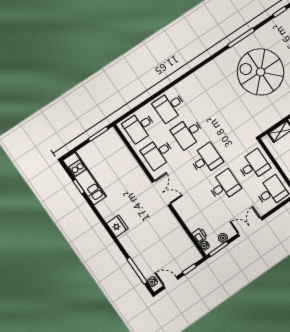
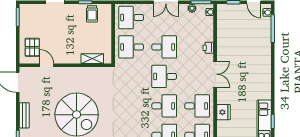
desk: (224, 186) -> (164, 47), turned 180
double door: (161, 193) -> (215, 74), swing flipped
fridge: (117, 226) -> (223, 112), moved, turned 180
printer: (200, 236) -> (208, 48), moved

